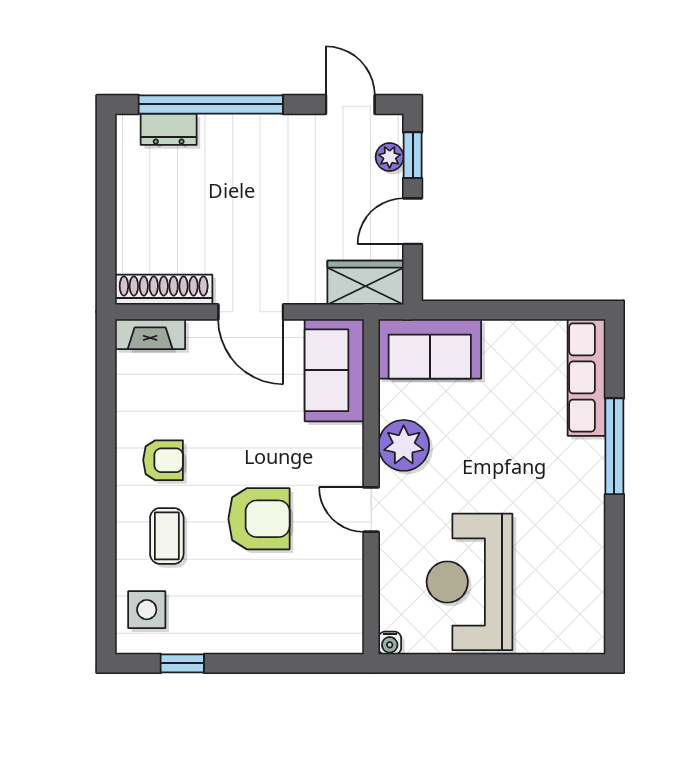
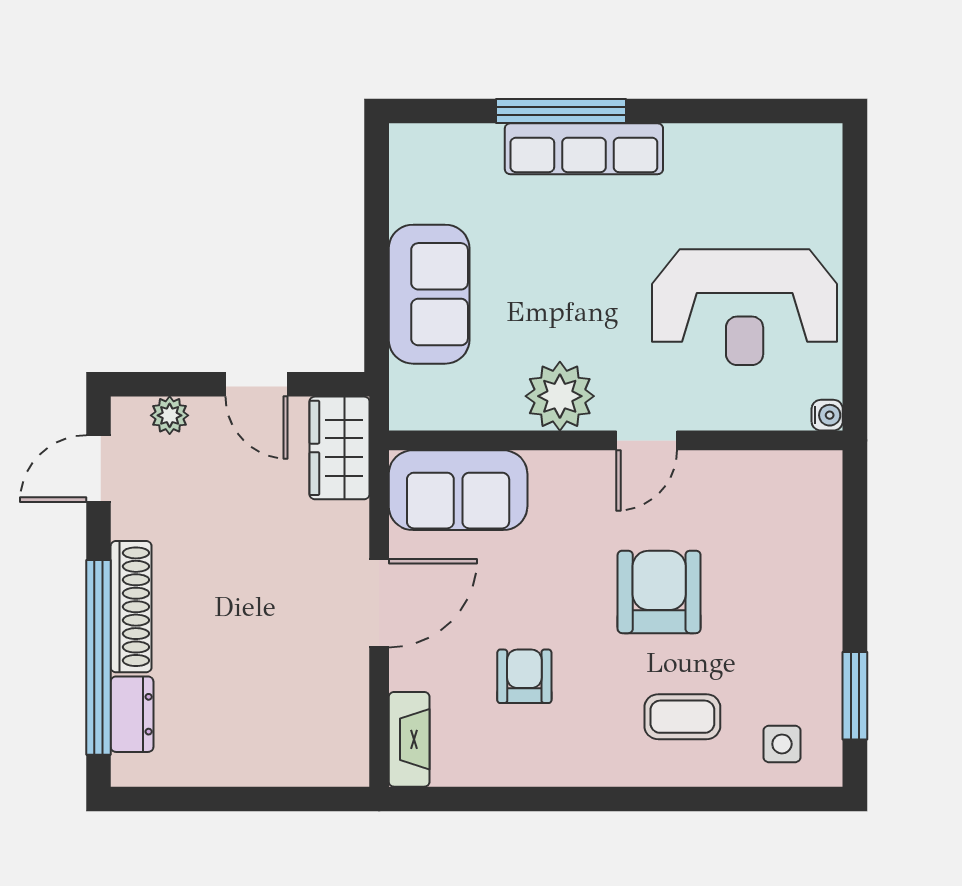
window: (413, 155) -> (167, 384), removed
shoe rack: (164, 290) -> (131, 607), moved, turned 180
sofa: (430, 349) -> (429, 294), moved
row of seats: (587, 377) -> (584, 149), moved
armchair: (163, 460) -> (524, 676), moved
side table: (147, 610) -> (782, 744), width x0.73, depth x0.73
window: (182, 663) -> (855, 696), width x1.50

